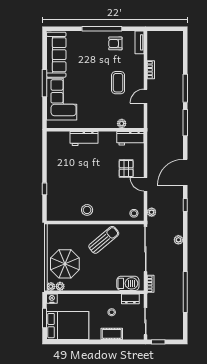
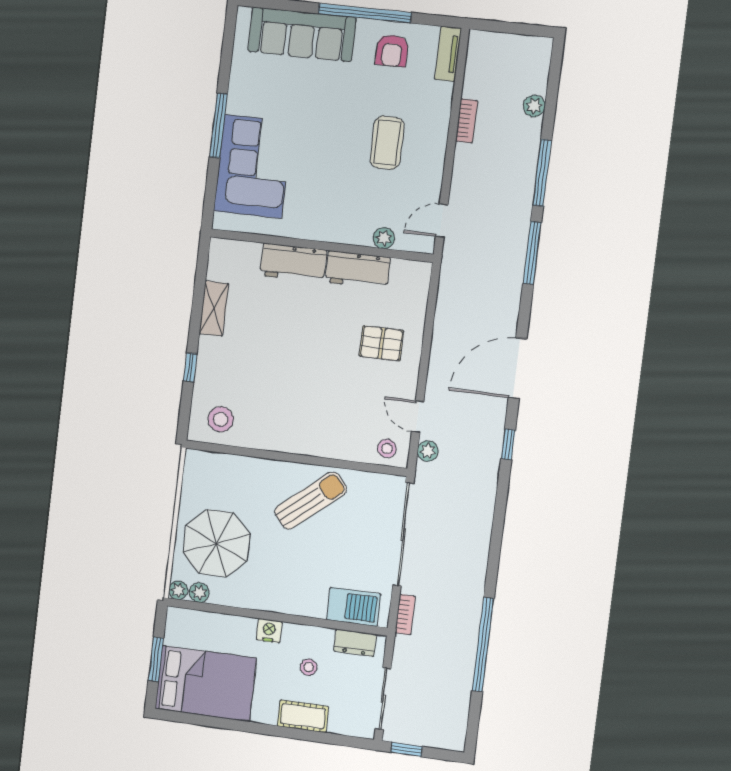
armchair: (115, 43) -> (392, 51), turned -90
sofa: (56, 55) -> (302, 34), moved, turned 90
door: (145, 96) -> (442, 221), moved
workbench: (130, 138) -> (358, 270), moved
shelving: (52, 162) -> (214, 309), added
pallet: (126, 169) -> (381, 343), turned 90
door: (145, 184) -> (418, 417), moved
stool: (87, 210) -> (221, 419), moved
plant: (178, 240) -> (534, 106), moved
nightstand: (52, 299) -> (269, 631), moved

